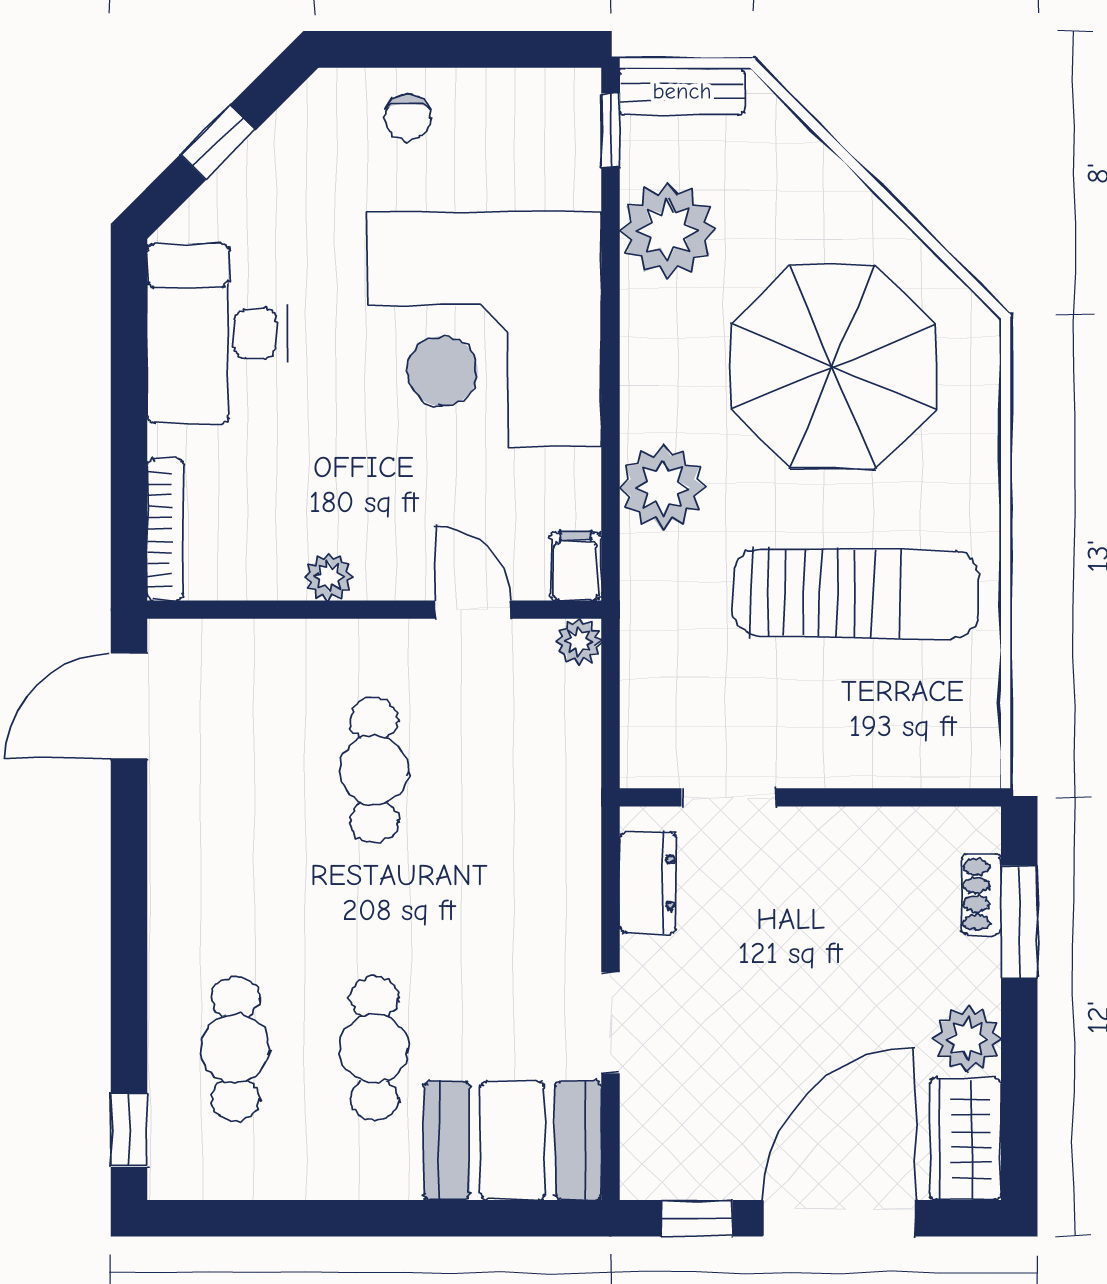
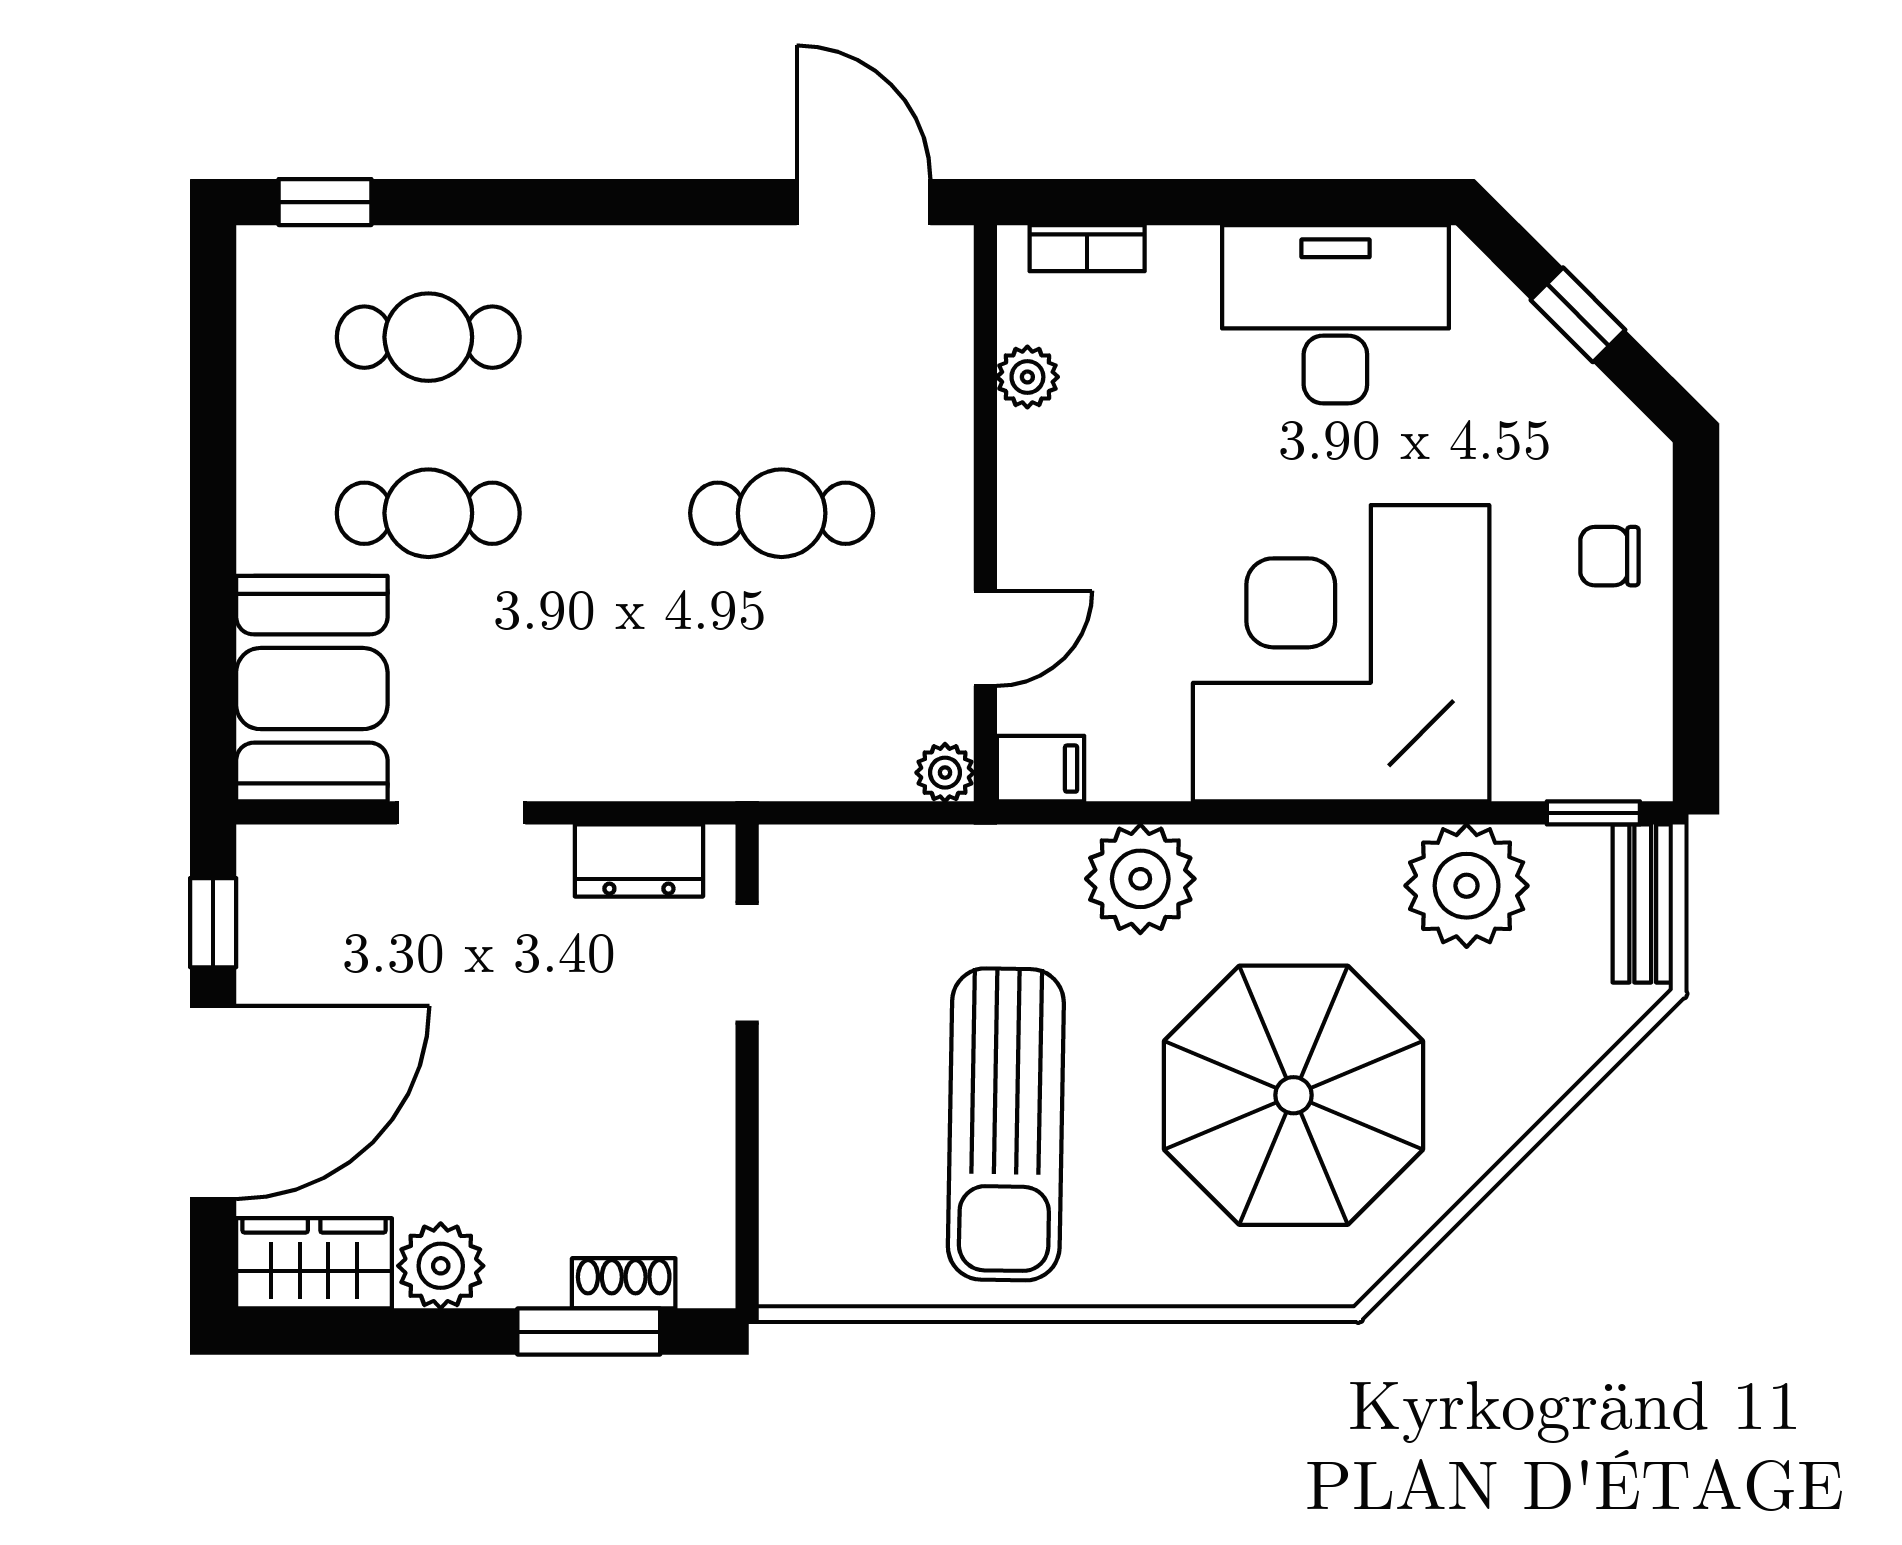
bookcase: (165, 529) -> (1087, 248), width x0.64
plant: (329, 576) -> (1027, 377), moved
door: (839, 1218) -> (213, 1102), hinge flipped

